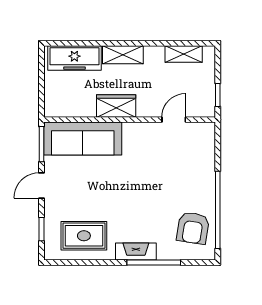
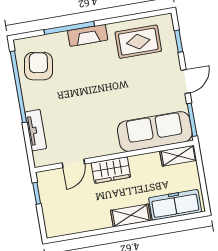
shelving: (184, 54) -> (178, 156), moved
wardrobe: (116, 106) -> (111, 170), moved
tv unit: (207, 161) -> (36, 130), added

